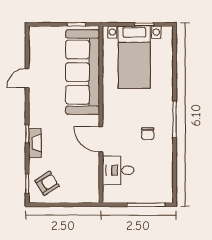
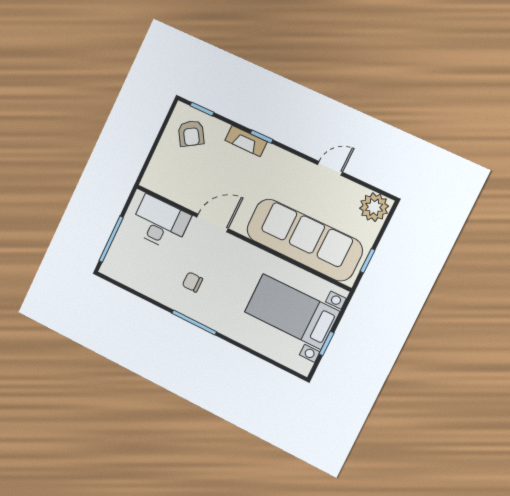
plant: (39, 37) -> (374, 207), added
door: (27, 78) -> (330, 168), hinge flipped
desk: (118, 170) -> (160, 223), width x1.37

